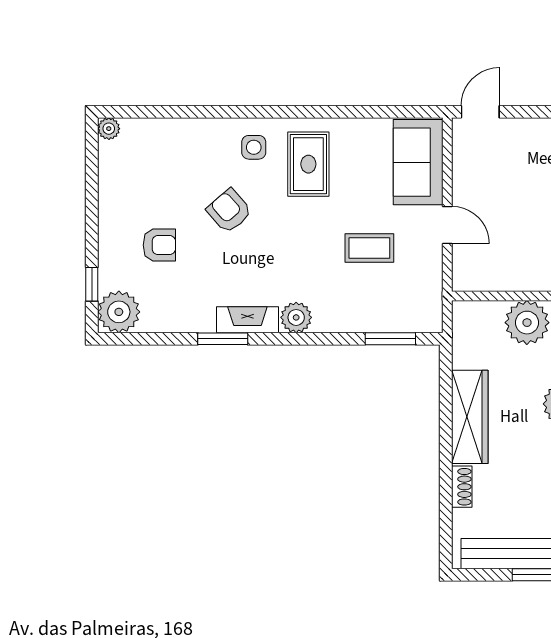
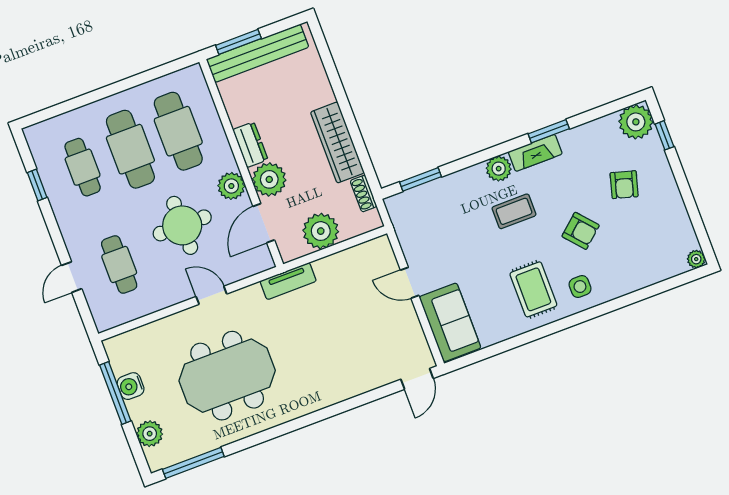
armchair: (159, 245) -> (624, 185), turned -74
coffee table: (369, 248) -> (514, 211), moved
shoe rack: (462, 487) -> (364, 194), moved

